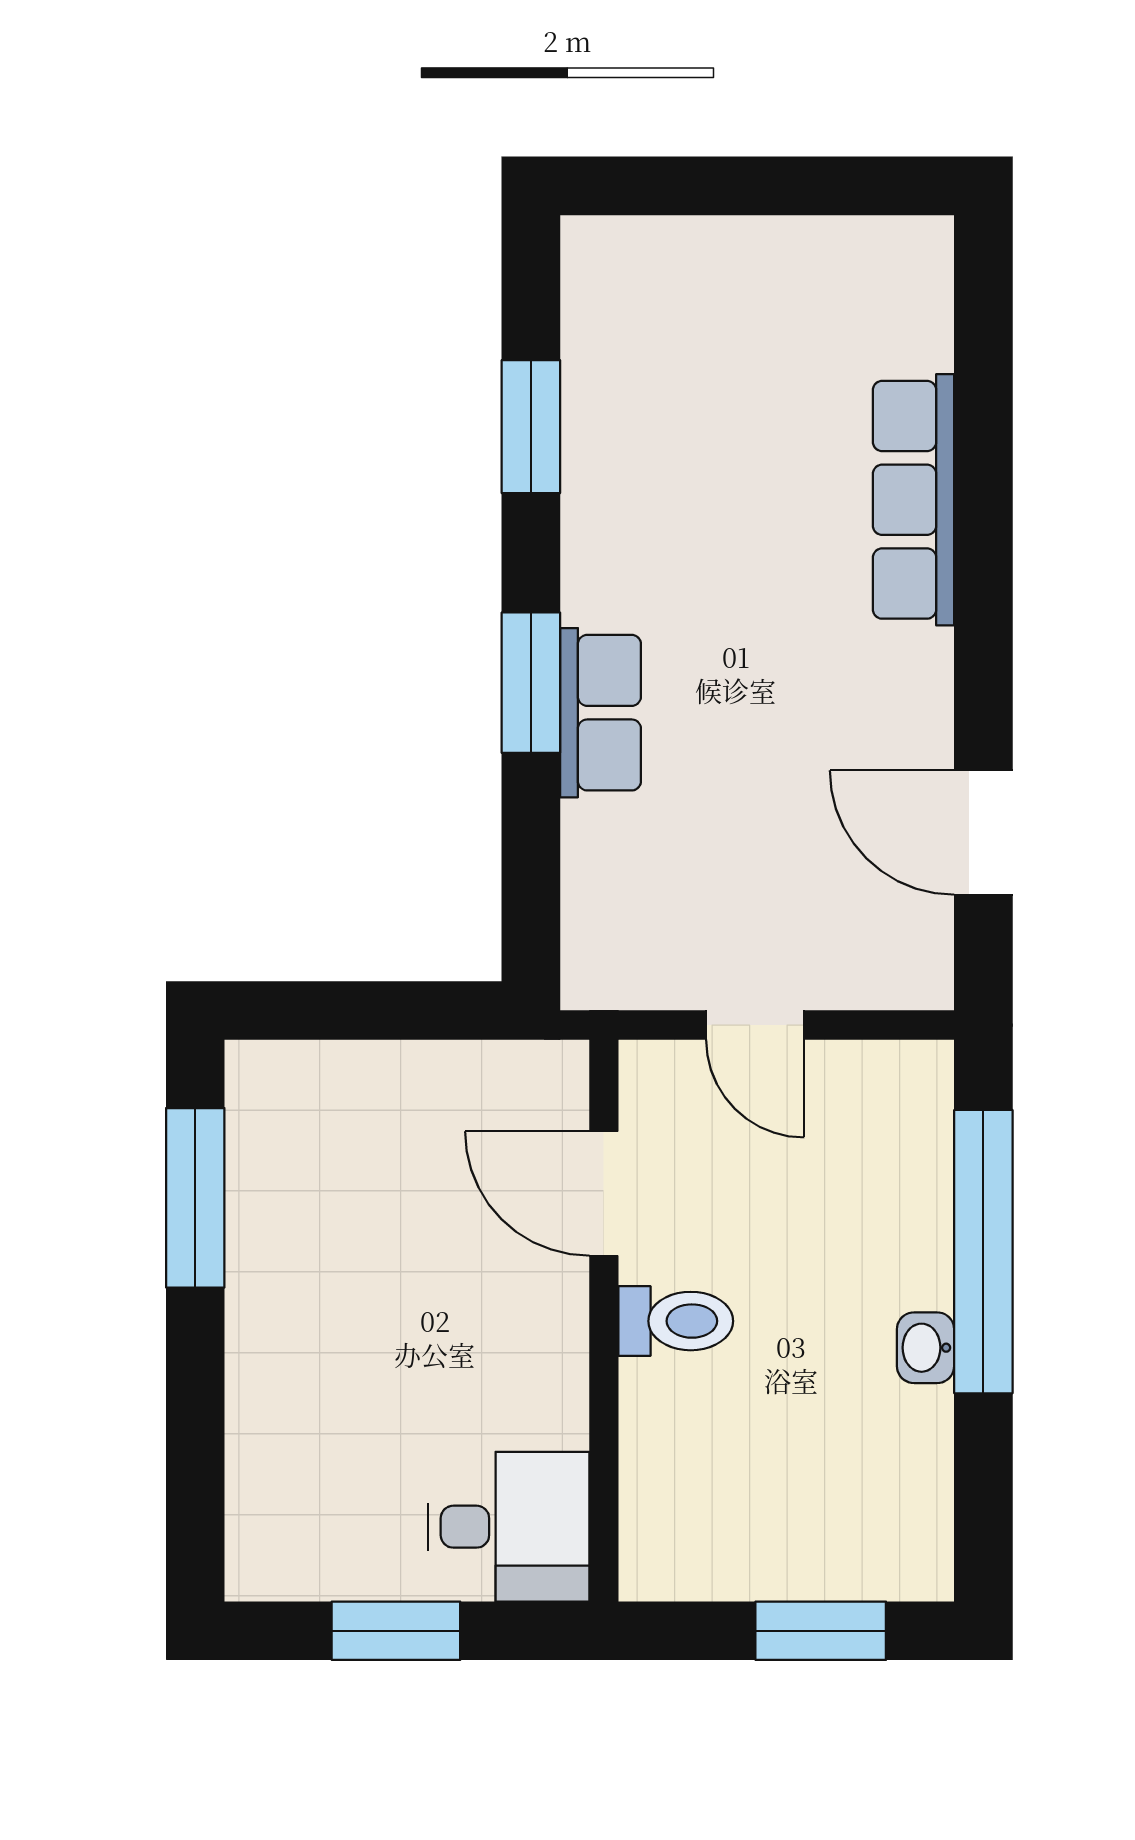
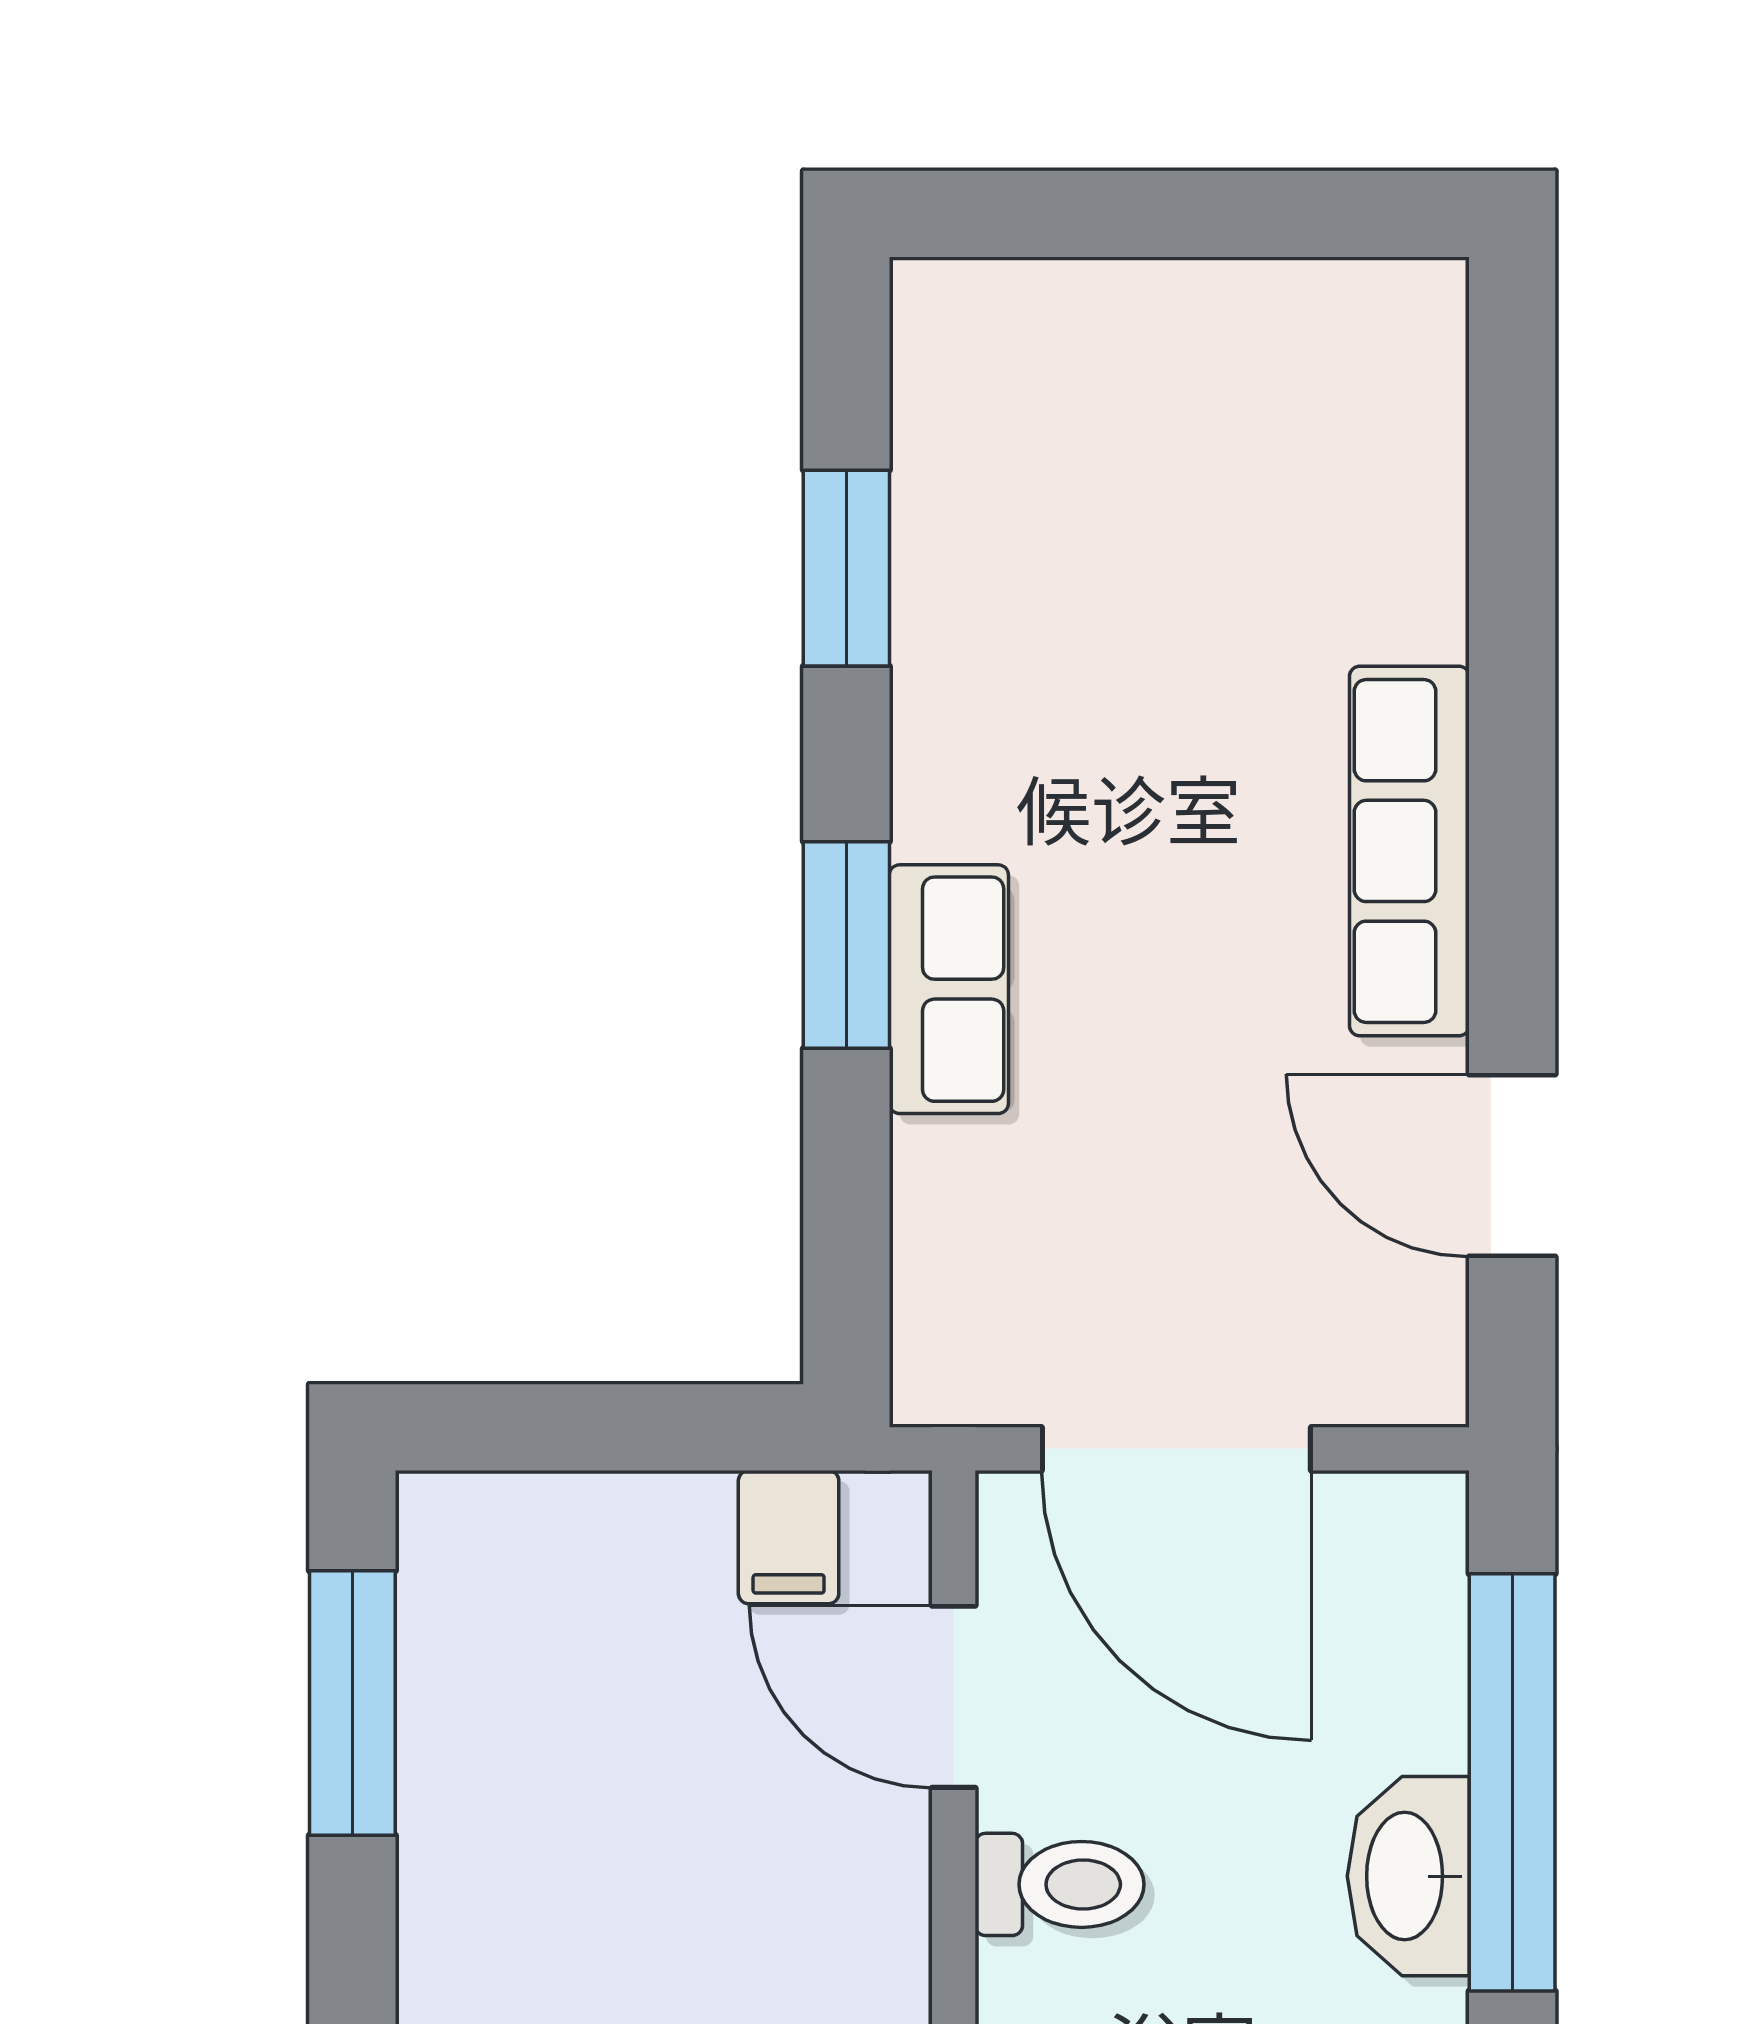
row of seats: (913, 500) -> (1409, 851), moved
door: (755, 1025) -> (1176, 1449), width x1.87
filing cabinet: (492, 1085) -> (789, 1537), added
washbasin: (926, 1348) -> (1408, 1876), width x1.91, depth x1.45

